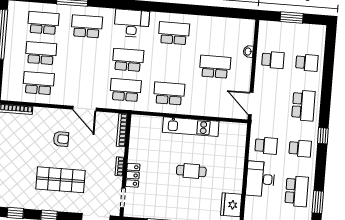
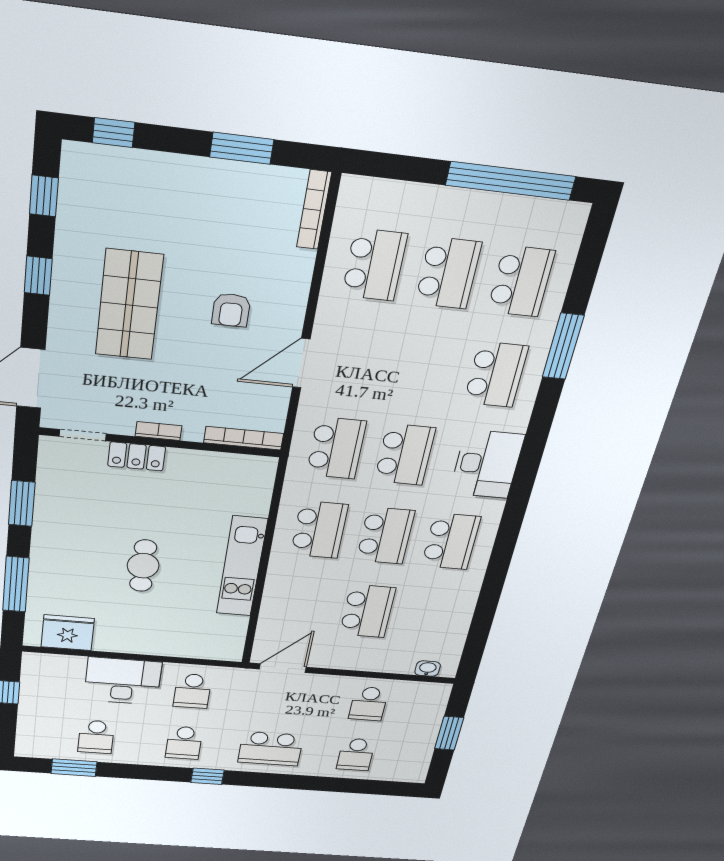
washbasin: (248, 52) -> (428, 669), moved
school desk: (171, 63) -> (385, 536), added
school desk: (297, 191) -> (96, 737), width x0.54

